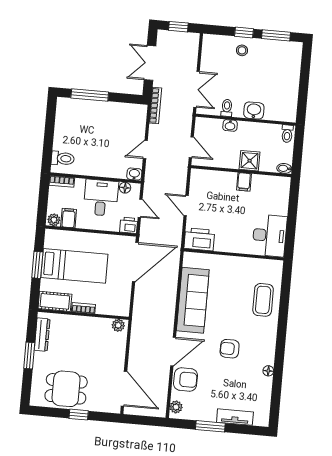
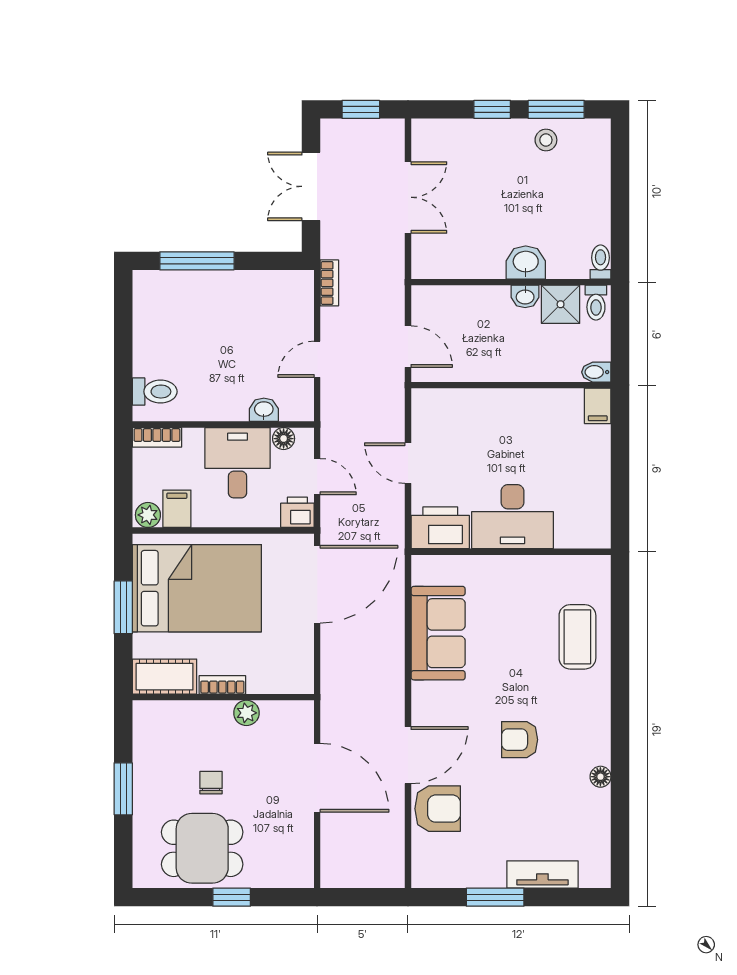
stool: (242, 50) -> (546, 140), moved
double door: (196, 89) -> (408, 197), moved
bookcase: (155, 105) -> (329, 283), width x0.64
toilet: (227, 108) -> (601, 262), moved
washbasin: (230, 125) -> (525, 296), moved
shower: (250, 161) -> (561, 304), moved
washbasin: (134, 174) -> (264, 410), moved
filing cabinet: (244, 182) -> (598, 406), moved
desk: (270, 236) -> (512, 517), moved, turned 90
bed: (74, 266) -> (197, 588), width x1.50
sofa: (193, 300) -> (438, 633), width x0.73
plant: (118, 325) -> (246, 713), moved
dresser: (42, 335) -> (145, 745), removed
chair: (73, 356) -> (211, 783), added
door: (124, 389) -> (317, 778), moved
plant: (176, 407) -> (424, 865), removed

